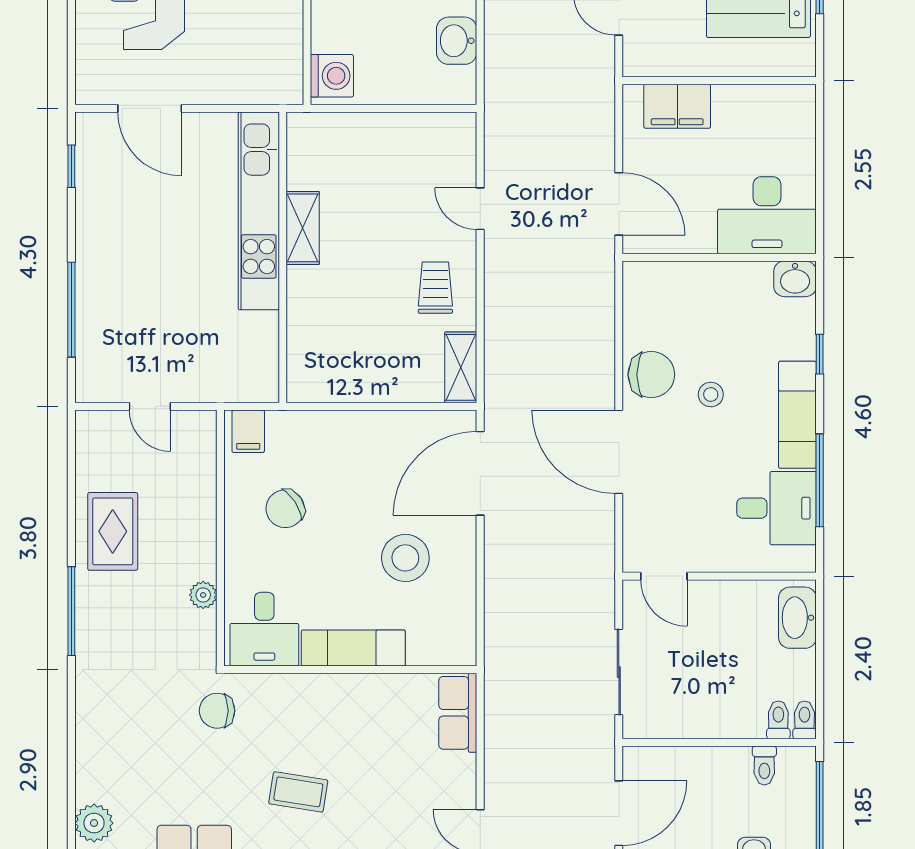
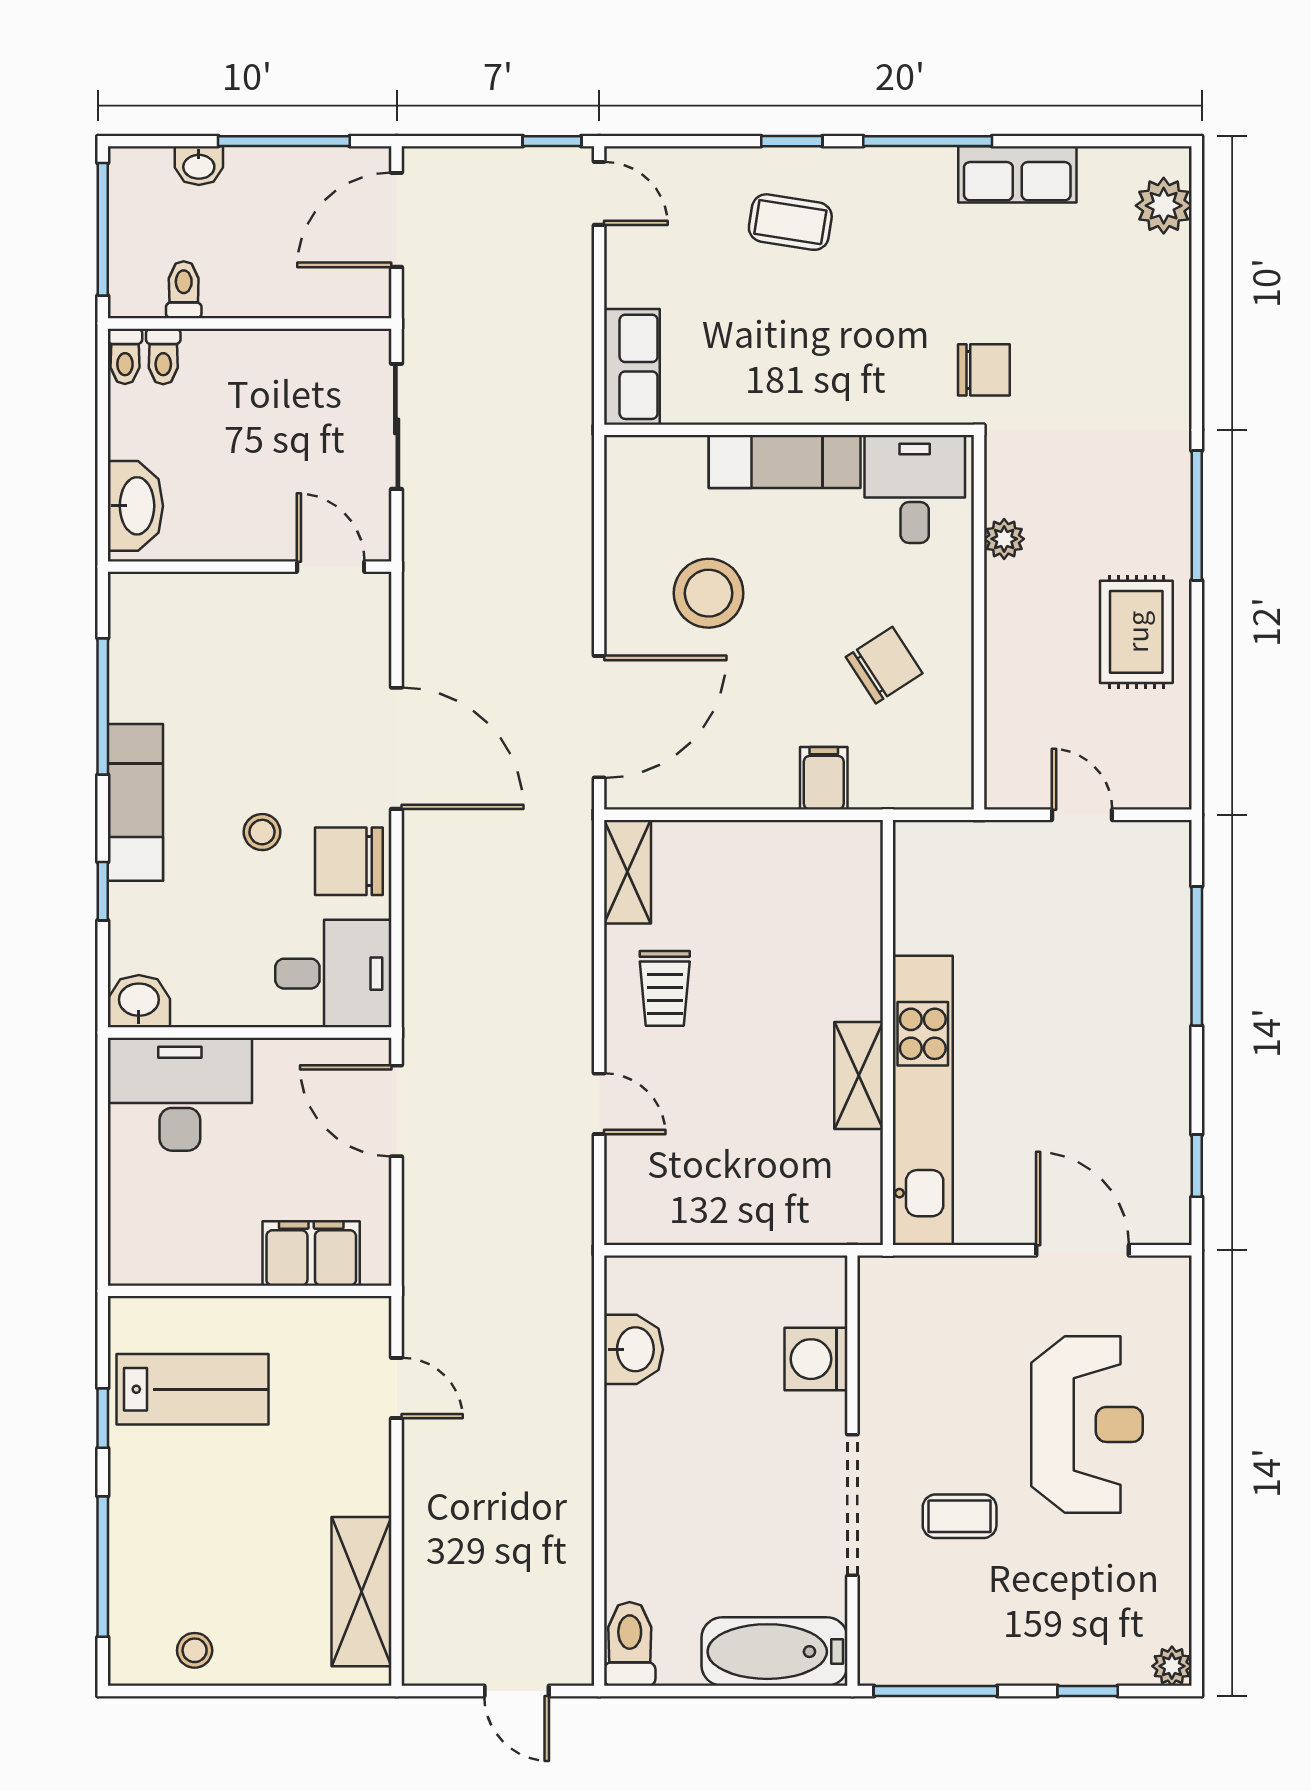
washing machine: (332, 76) -> (816, 1359), moved
filing cabinet: (248, 431) -> (824, 778), moved
desk: (777, 508) -> (333, 974), moved, turned 180
coffee table: (298, 792) -> (790, 222), moved

